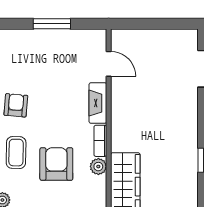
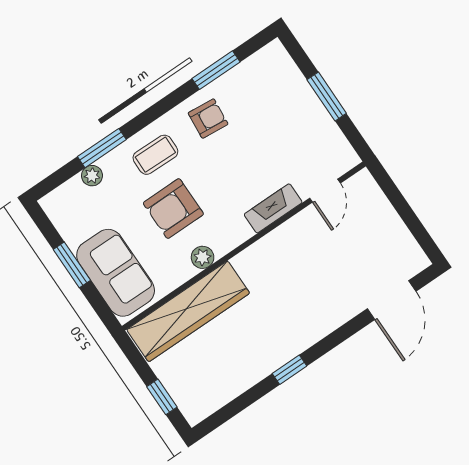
bookcase: (100, 141) -> (233, 240), removed
armchair: (56, 164) -> (173, 209), turned 180

